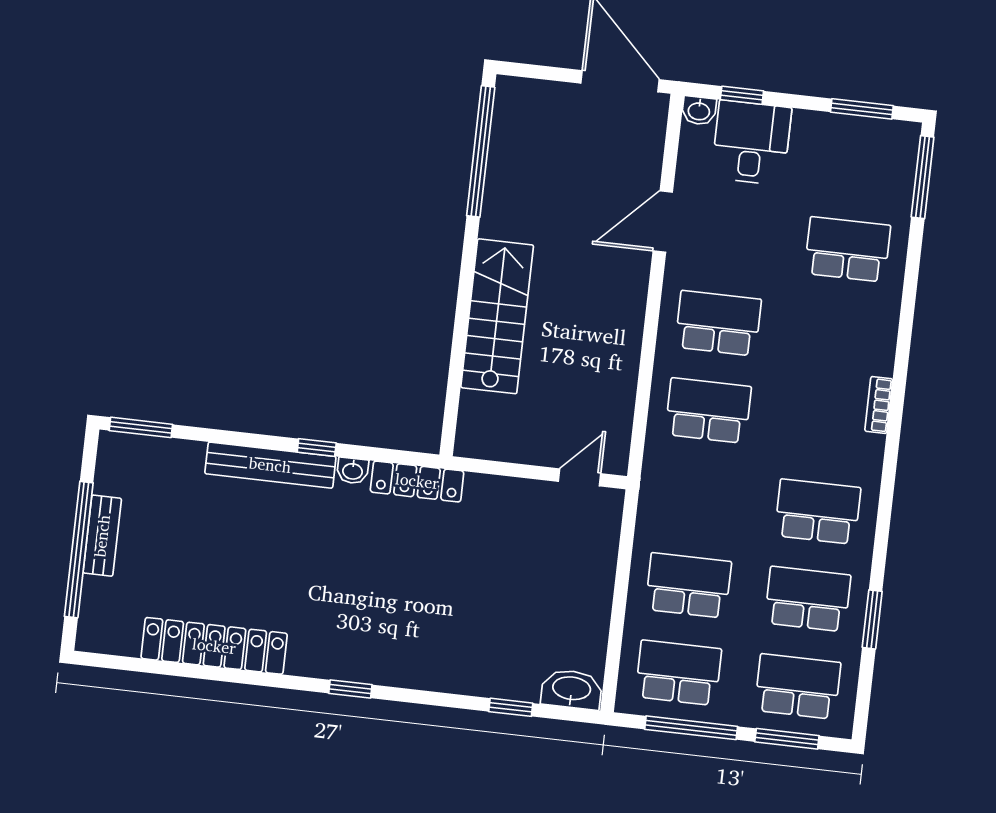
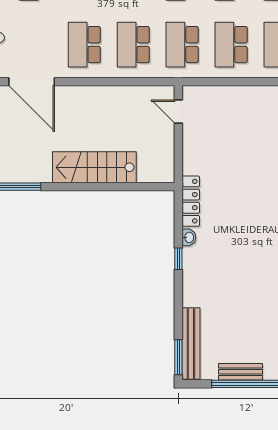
door: (663, 222) -> (32, 82), width x1.36
bench: (270, 465) -> (191, 344), moved
school desk: (698, 498) -> (182, 45), added

